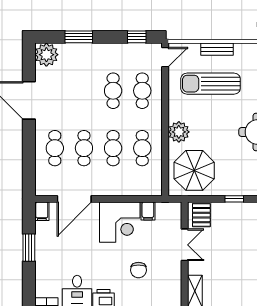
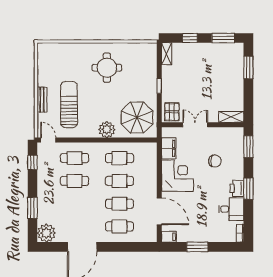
sun lounger: (211, 84) -> (69, 105), turned 180
filing cabinet: (148, 211) -> (169, 148), width x2.00
pallet: (201, 215) -> (172, 112), turned 90

